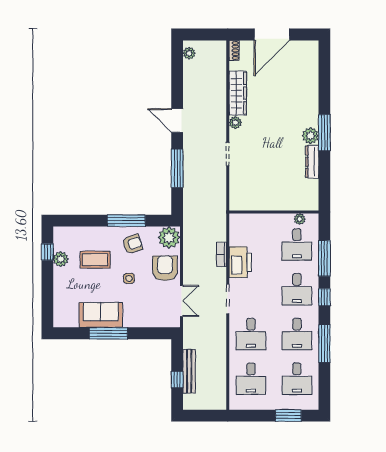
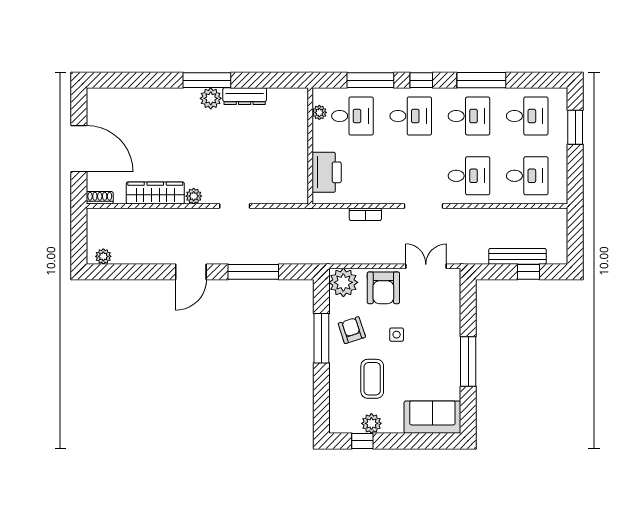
printer: (240, 262) -> (327, 172), moved, turned 90
armchair: (165, 268) -> (383, 288), turned -90
sofa: (101, 315) -> (432, 417), moved, turned 90

